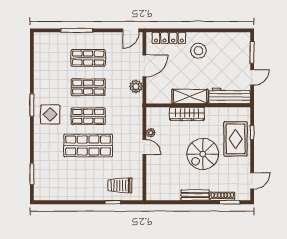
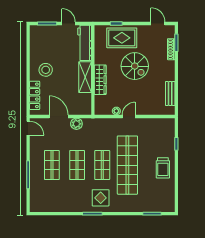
shop shelf: (88, 145) -> (127, 165), width x1.40
trolley: (120, 185) -> (163, 168), moved
bench: (195, 195) -> (170, 94), moved

